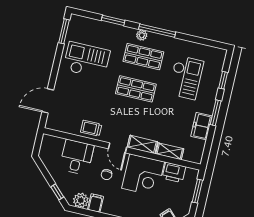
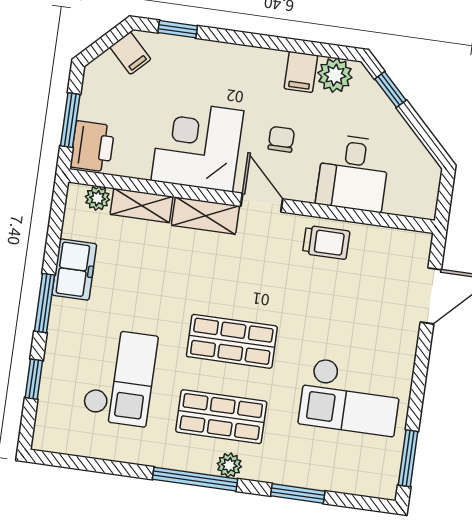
checkout: (186, 78) -> (120, 377), turned 180
plant: (189, 156) -> (97, 198), added
printer: (174, 172) -> (92, 146), moved, turned 90

